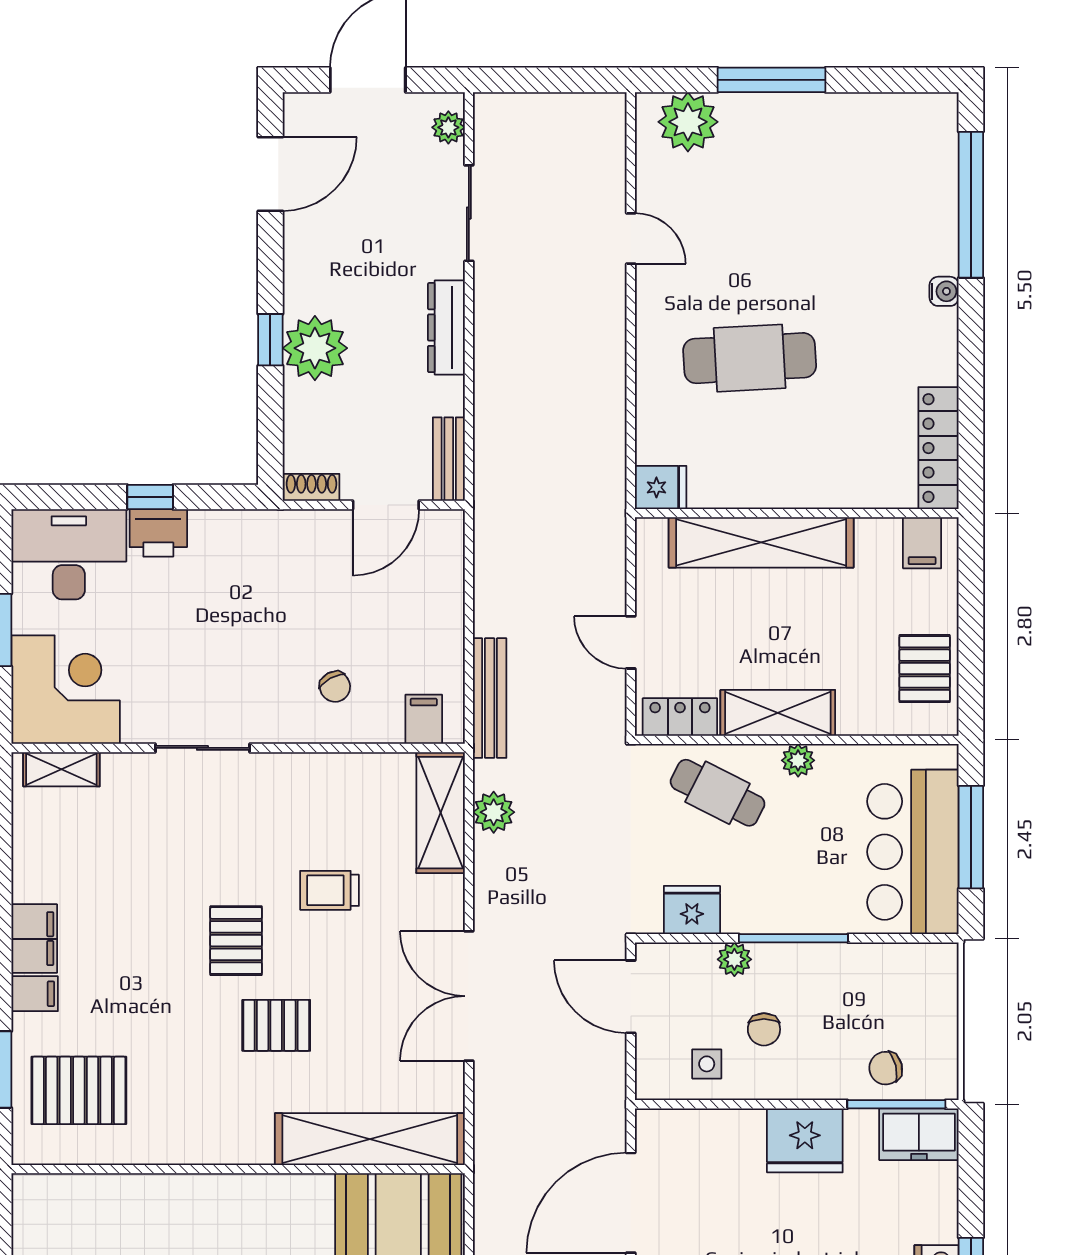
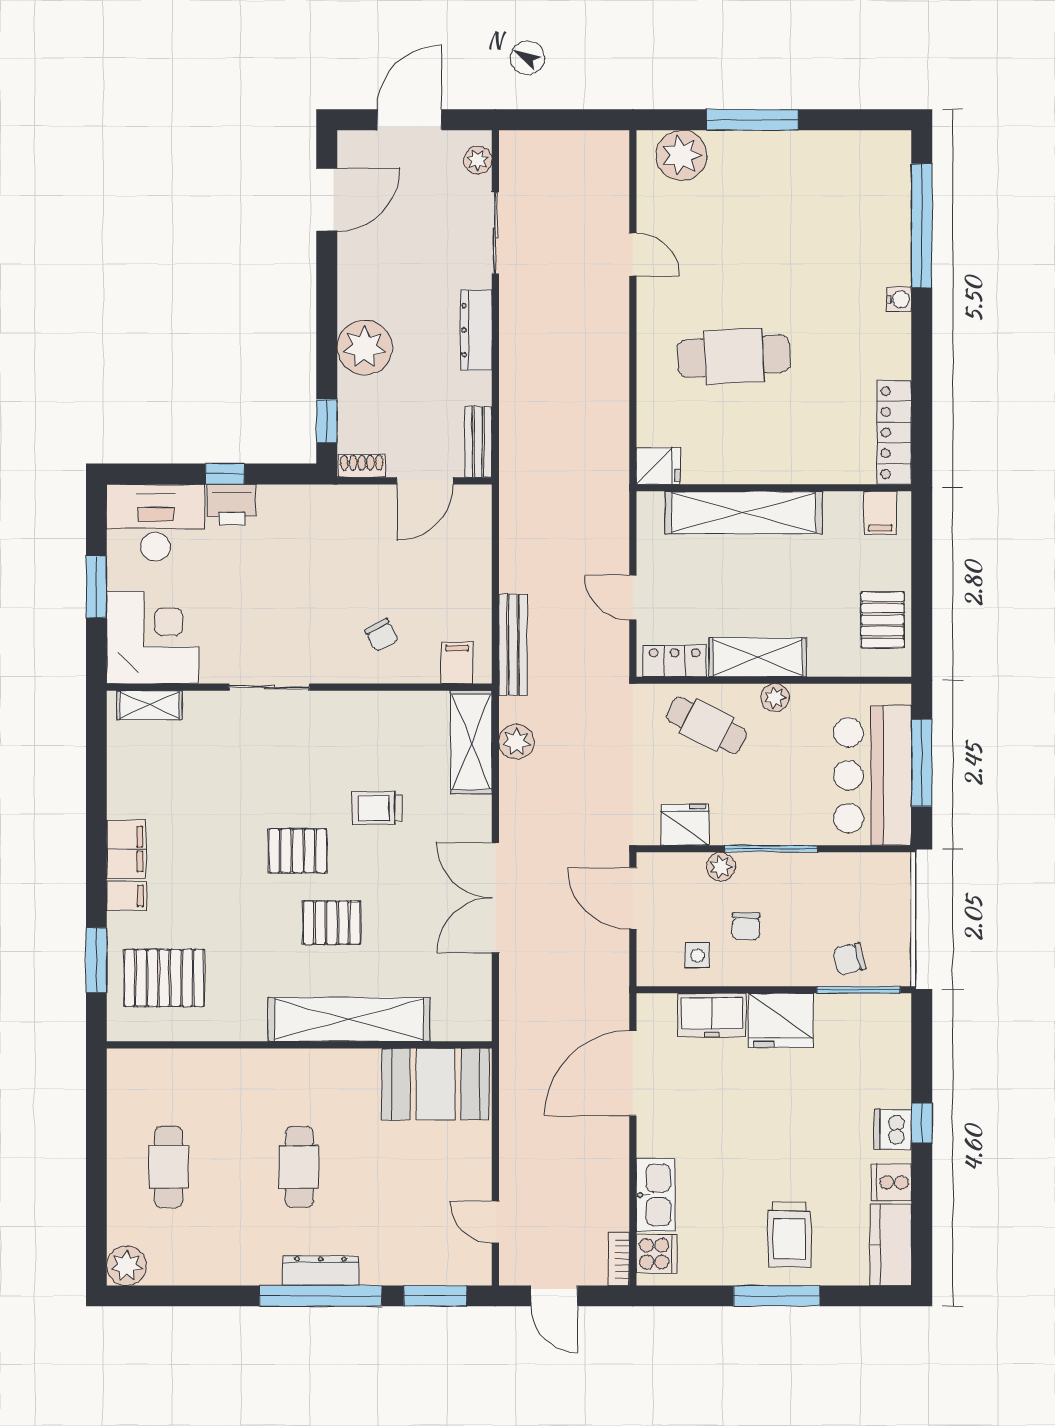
window: (270, 340) -> (327, 421), moved
pallet: (236, 941) -> (298, 851), turned 90
freezer: (919, 1134) -> (712, 1015), moved
shelving: (370, 1139) -> (349, 1019), moved

